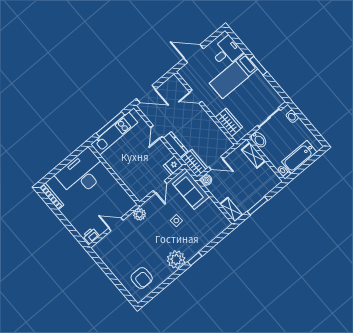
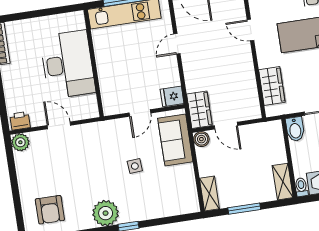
dresser: (176, 144) -> (191, 73), removed
shelving: (253, 155) -> (283, 182), moved
desk: (82, 173) -> (68, 64), moved, turned 90
plant: (140, 214) -> (20, 142), moved

